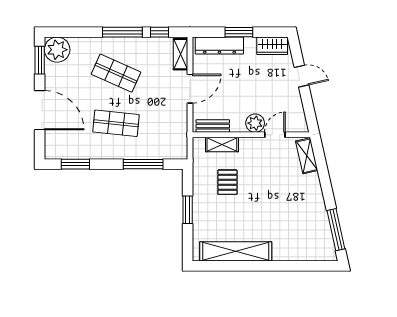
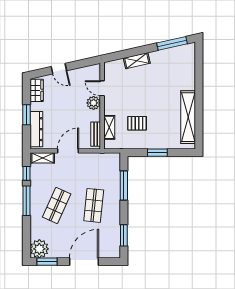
door: (302, 76) -> (59, 69), swing flipped
door: (190, 89) -> (68, 151), hinge flipped
shelving: (307, 156) -> (137, 61), moved

